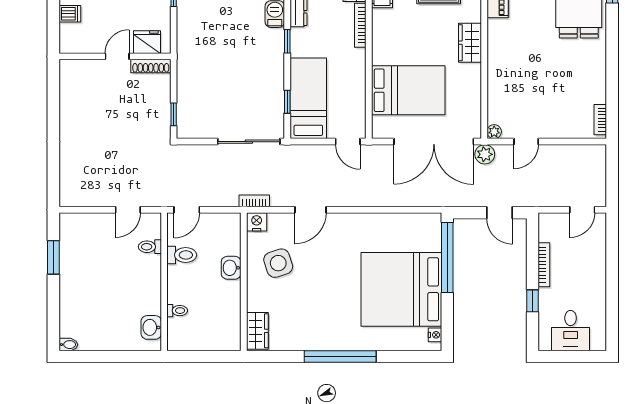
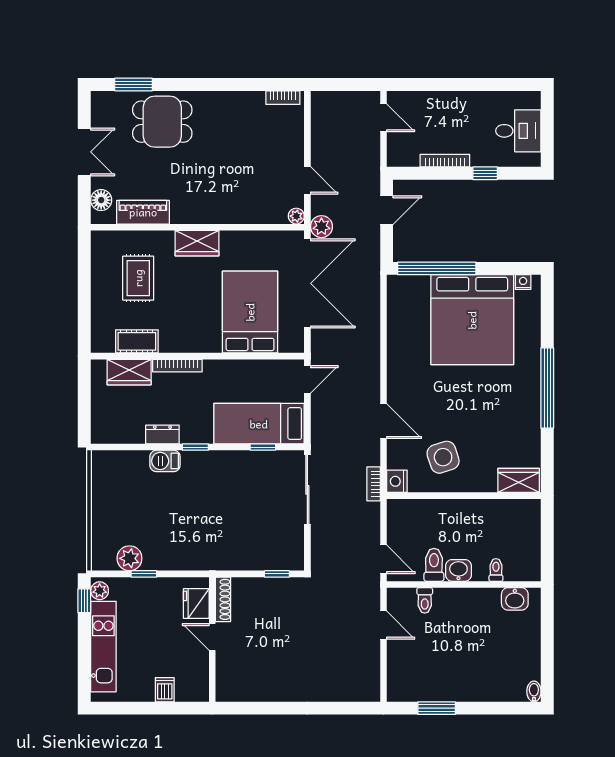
washbasin: (231, 268) -> (458, 570), moved, turned 180

